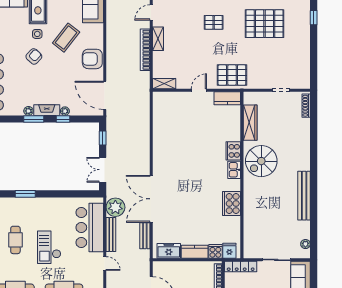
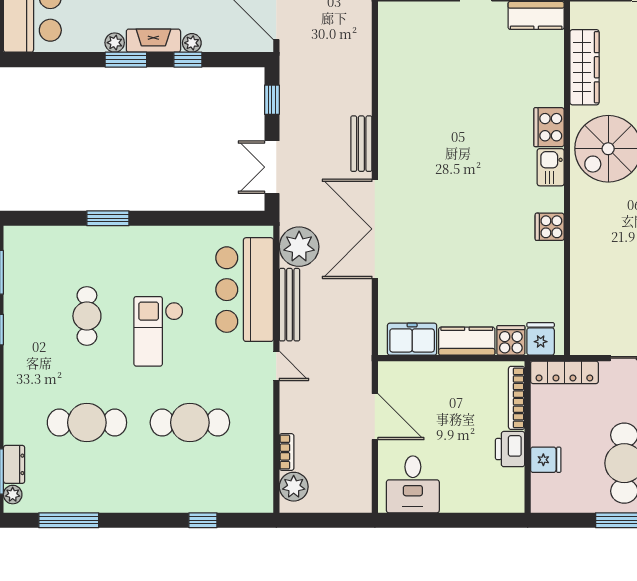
cooker: (232, 204) -> (550, 227), width x0.53, depth x0.76
bench: (145, 236) -> (361, 144), moved

